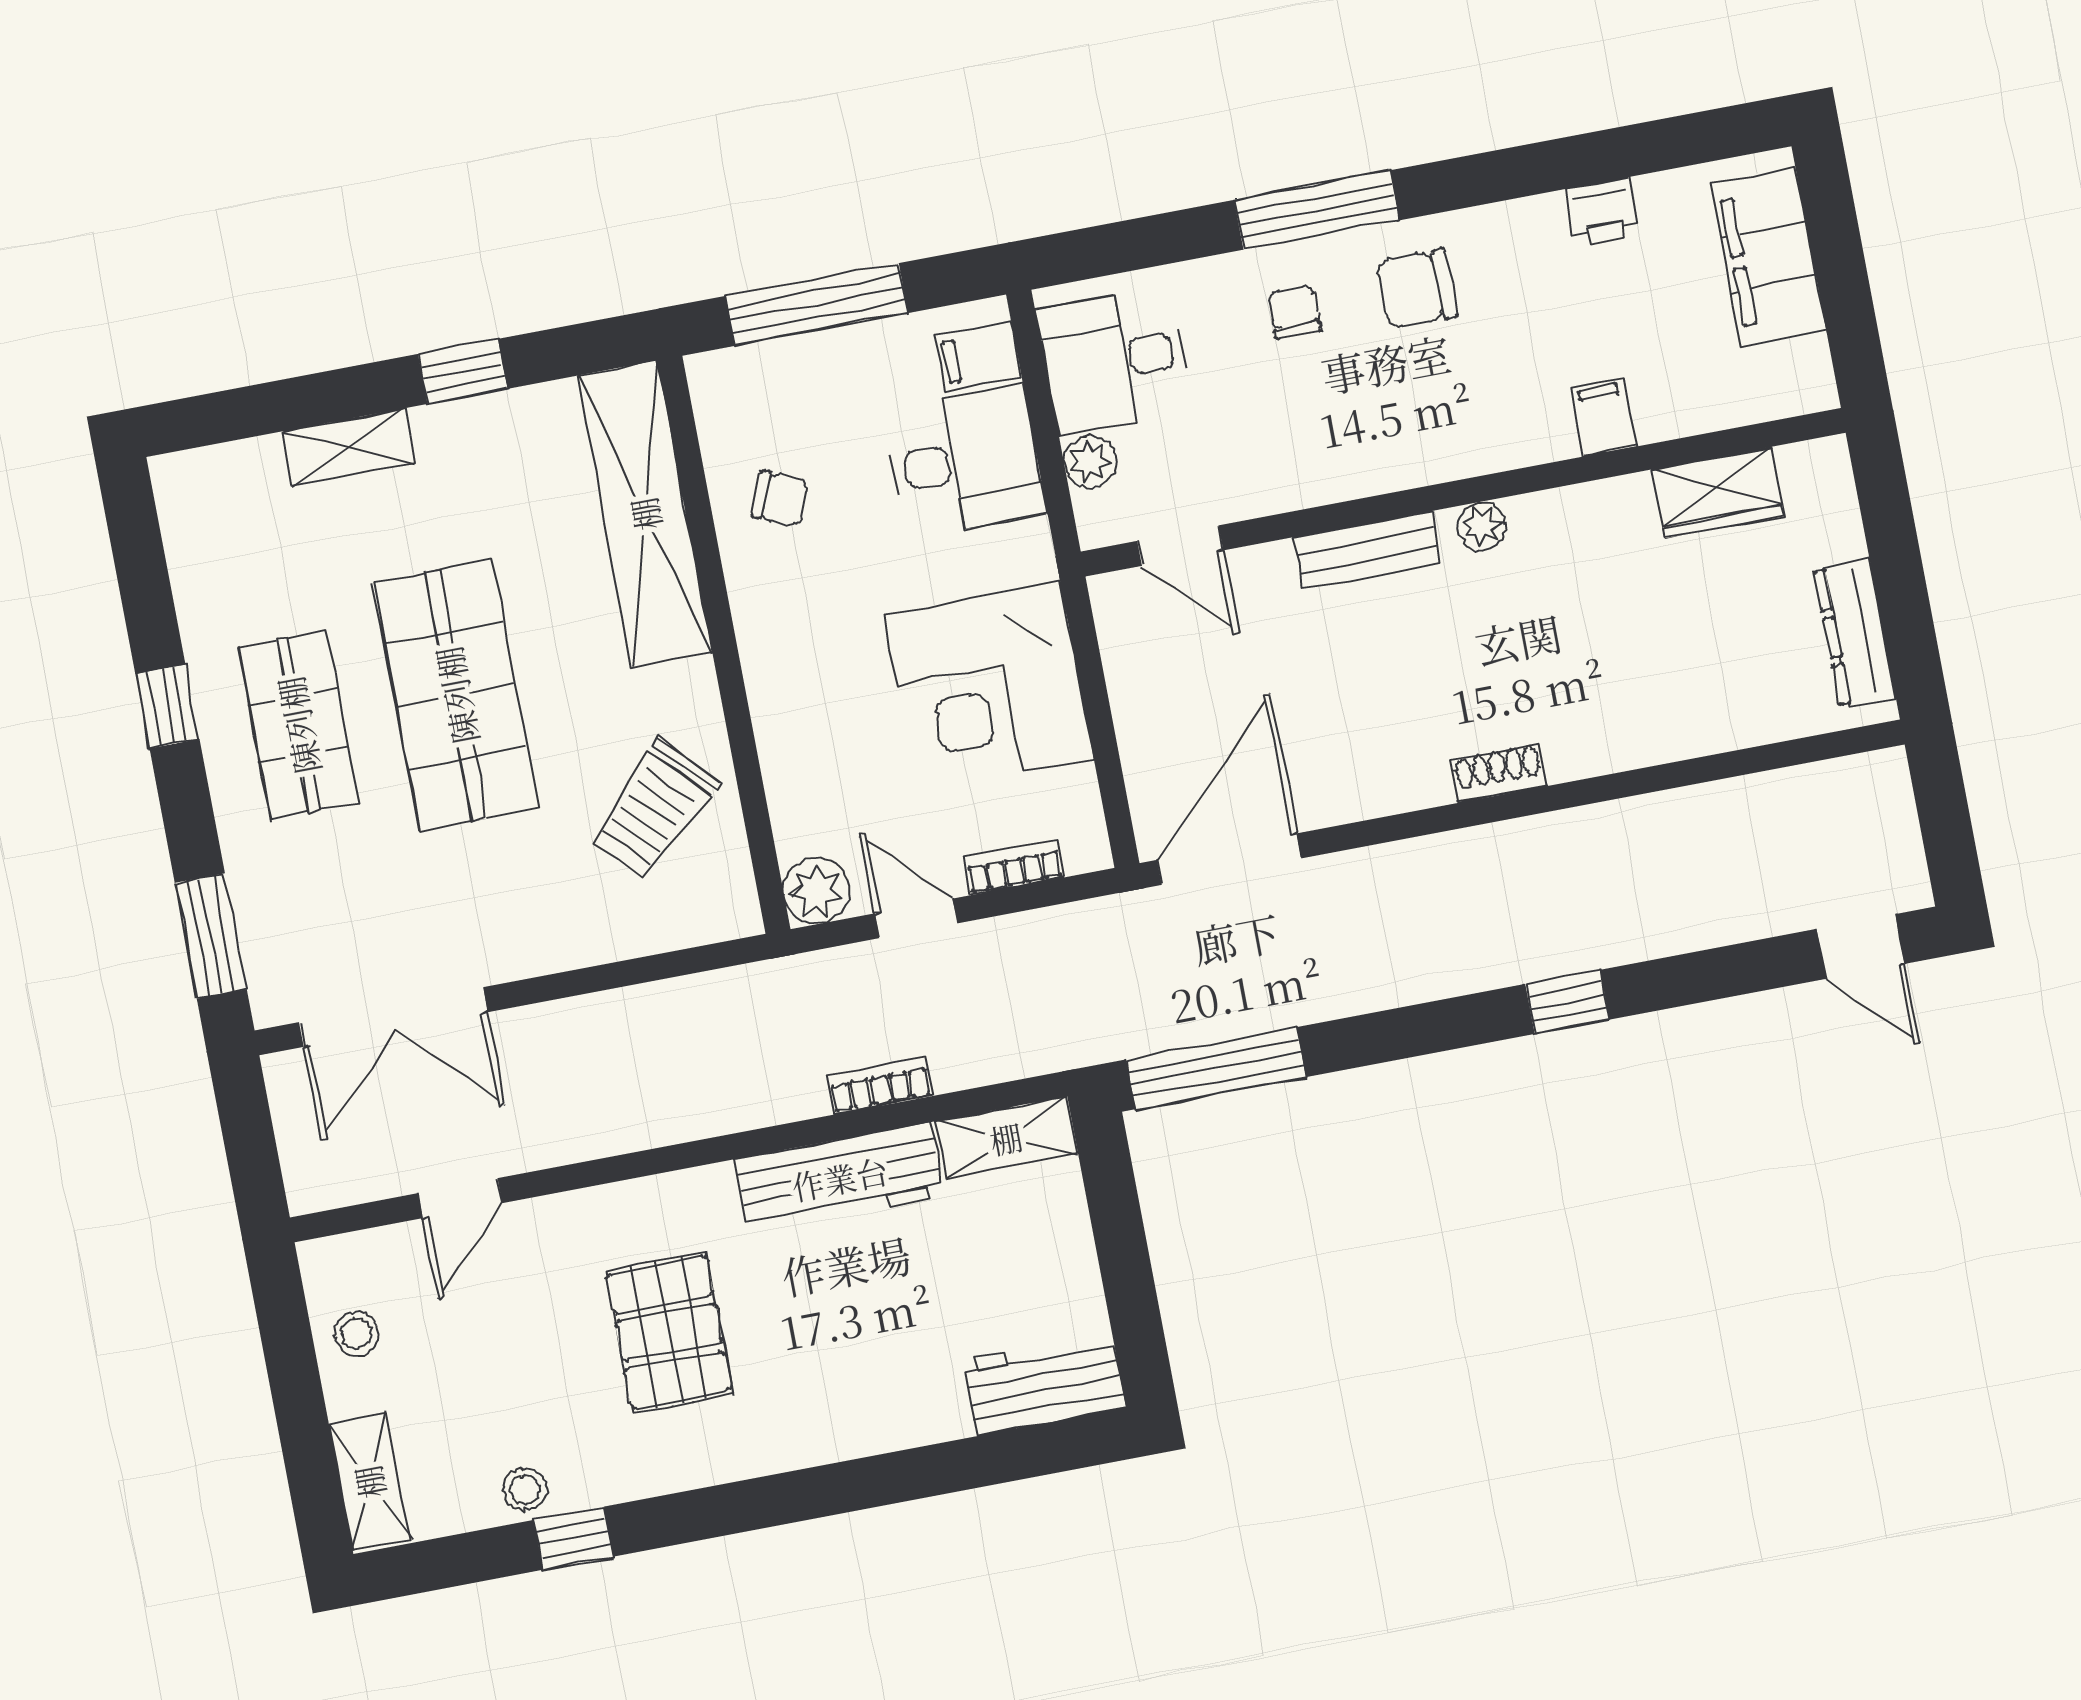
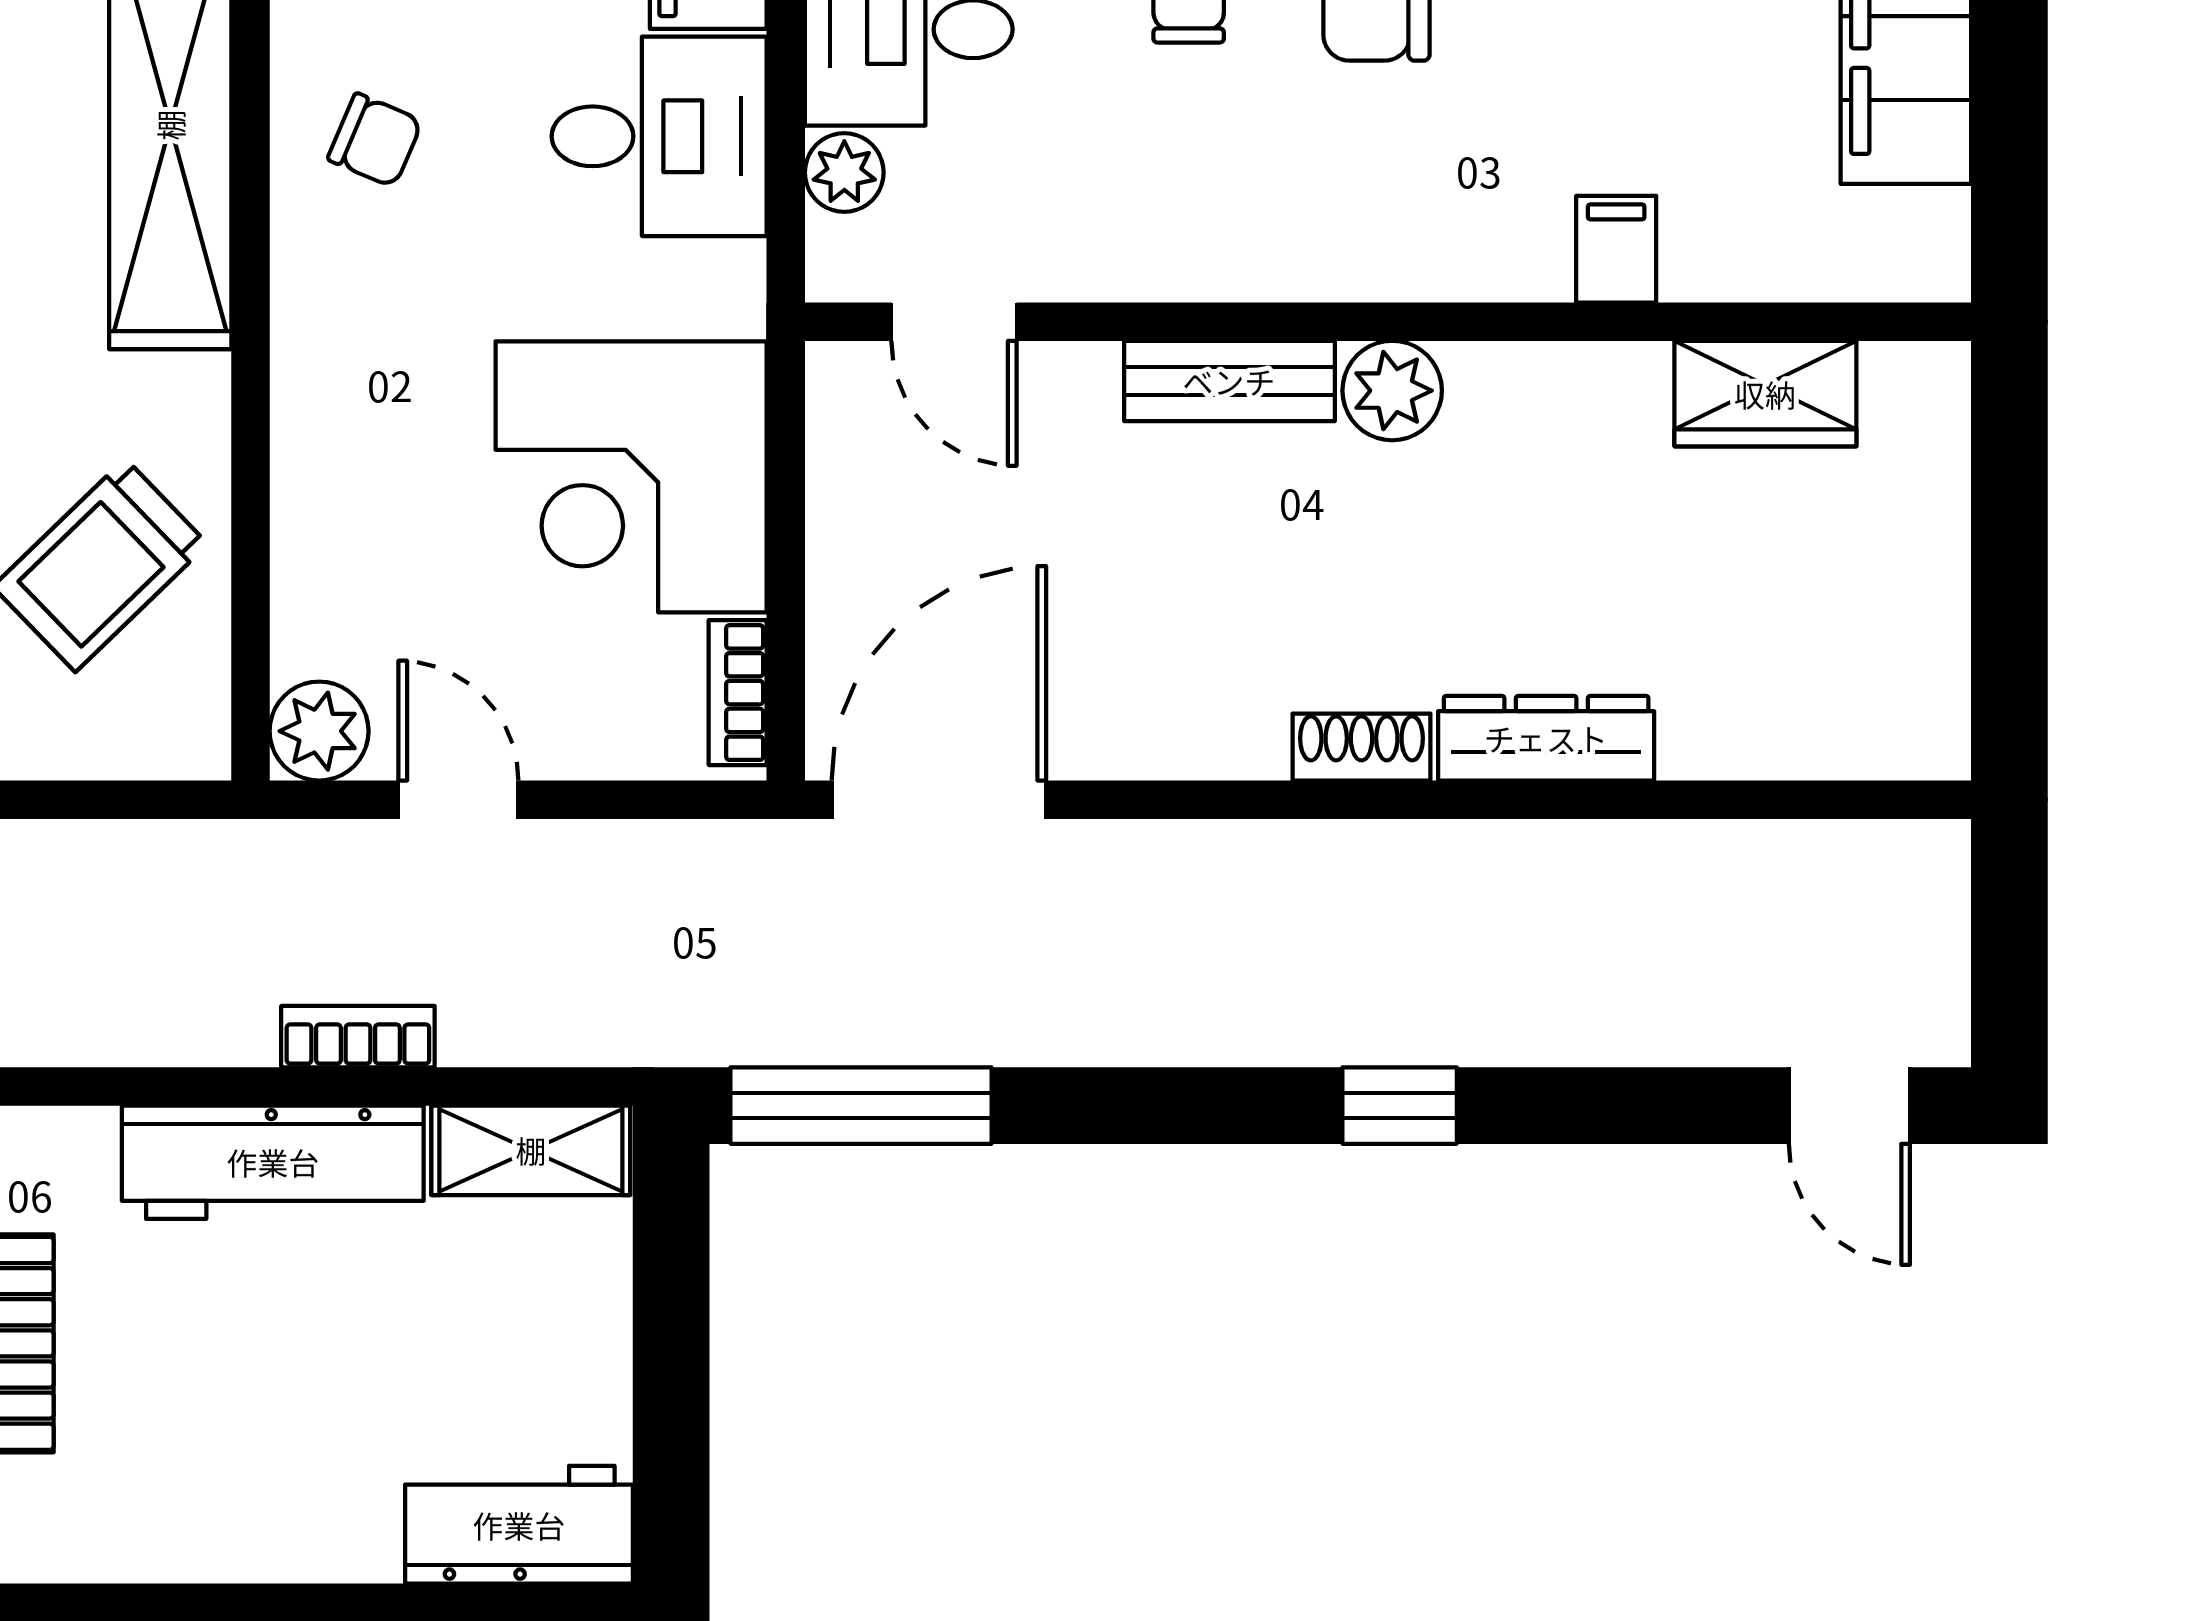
plant: (1482, 526) -> (1392, 391), width x1.38, depth x1.38
dresser: (1855, 633) -> (1546, 738), moved, turned 90
bookcase: (1014, 867) -> (738, 693), moved, turned -90

